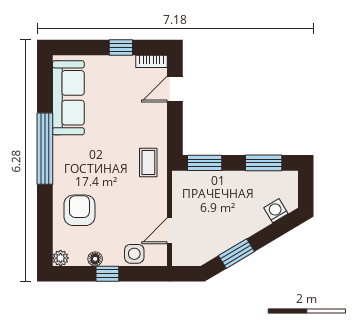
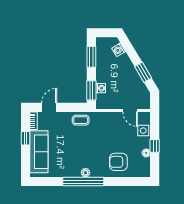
door: (175, 89) -> (49, 107), swing flipped
sofa: (68, 98) -> (39, 152), moved, turned 90
coffee table: (148, 162) -> (81, 120), moved
washing machine: (209, 179) -> (101, 88), added
plant: (61, 258) -> (85, 173), moved

